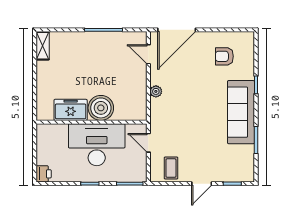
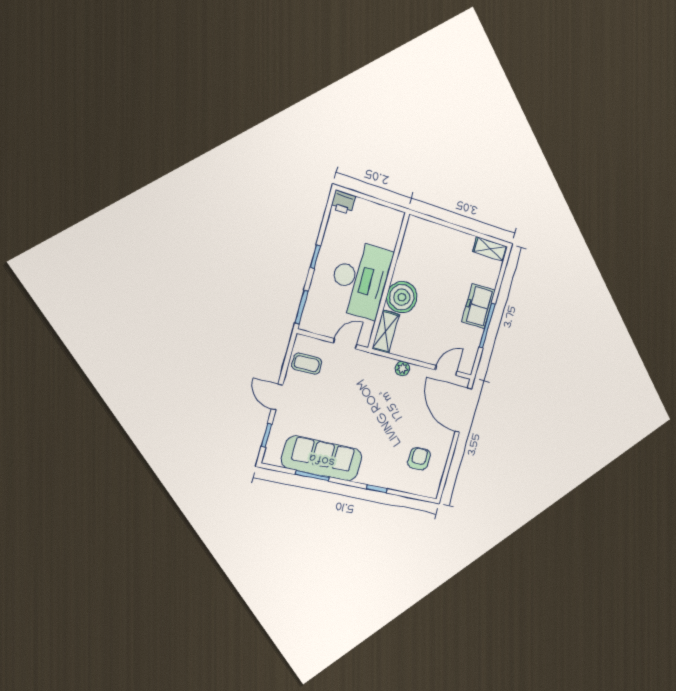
freezer: (71, 110) -> (478, 306), moved, turned 180
sofa: (241, 112) -> (322, 459), moved
shelving: (131, 113) -> (386, 332), added

